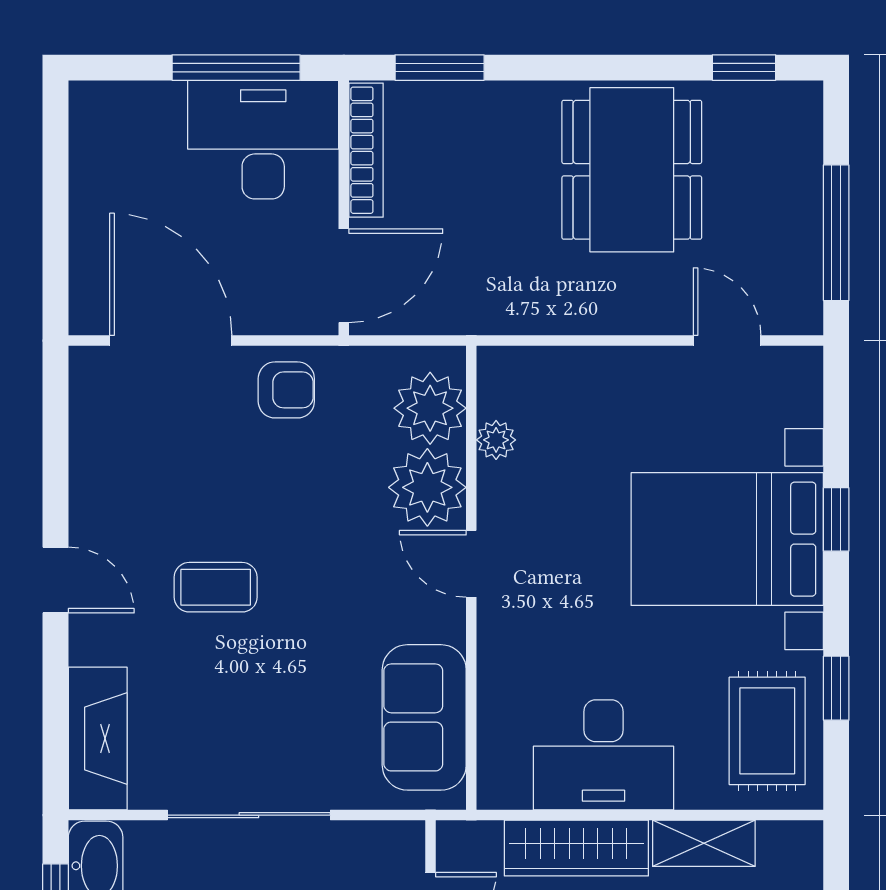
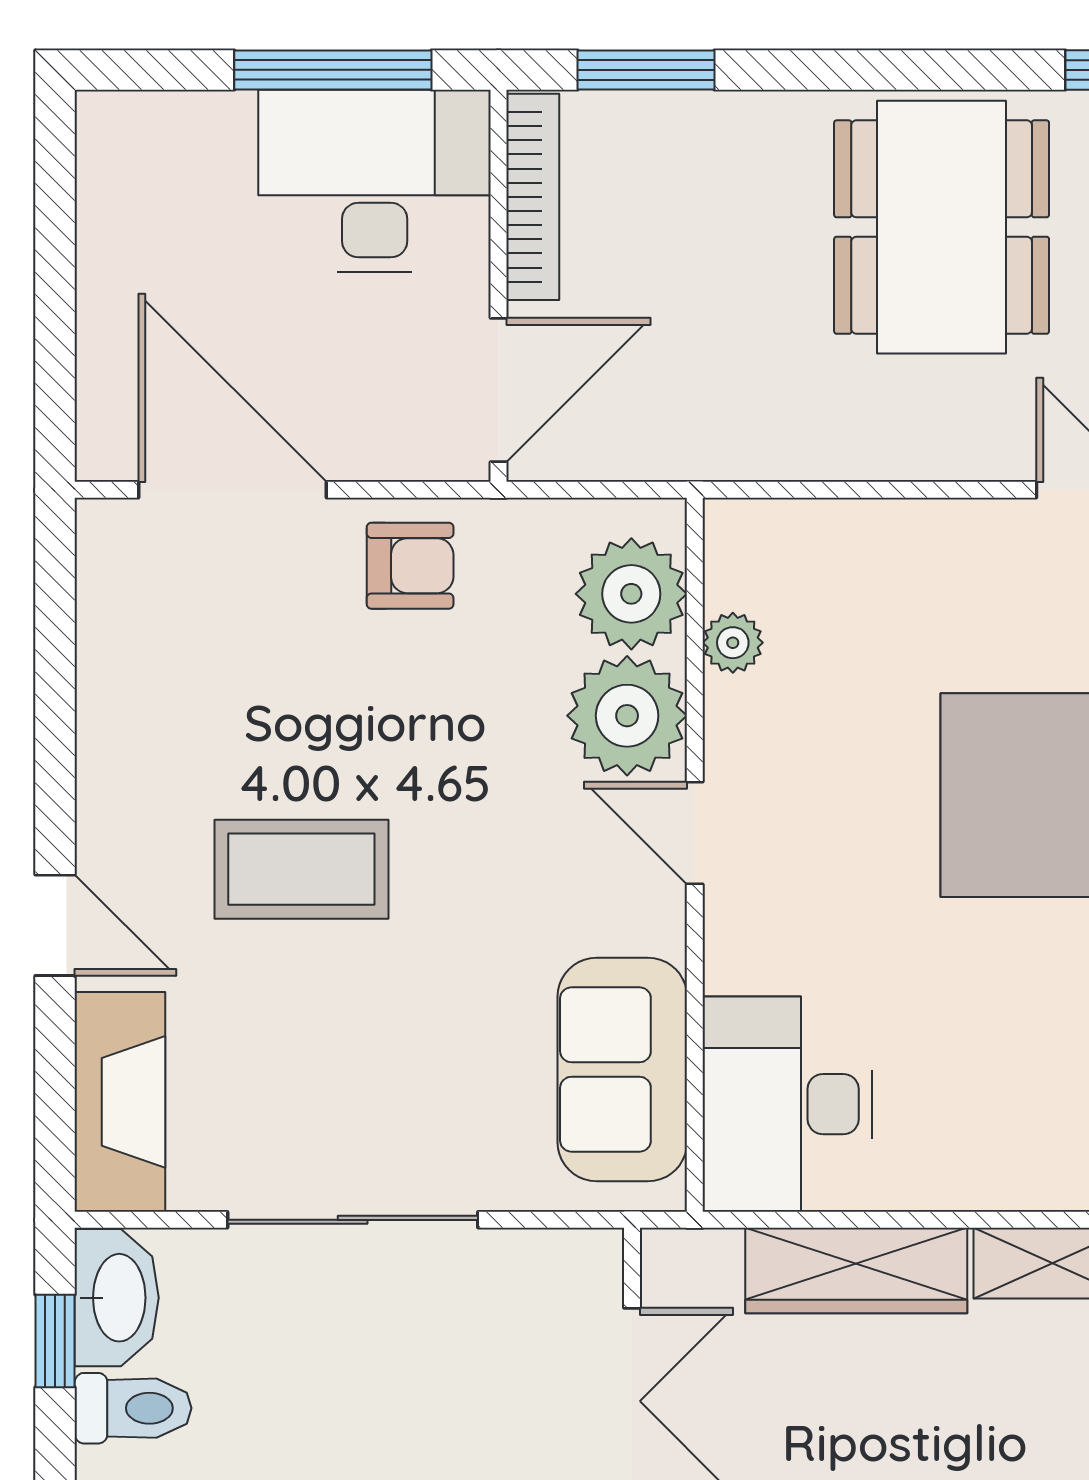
door: (56, 580) -> (55, 925), moved
coffee table: (216, 587) -> (301, 869), width x1.36, depth x1.30
desk: (604, 755) -> (787, 1104), moved, turned 90

